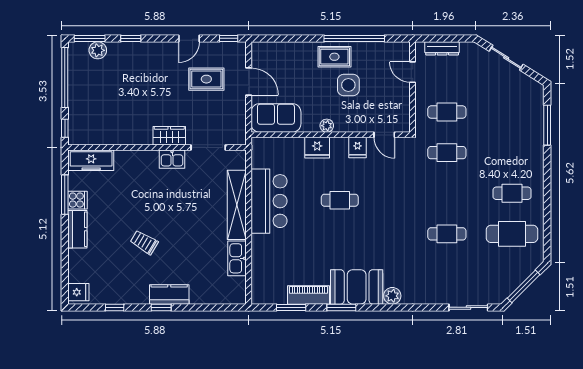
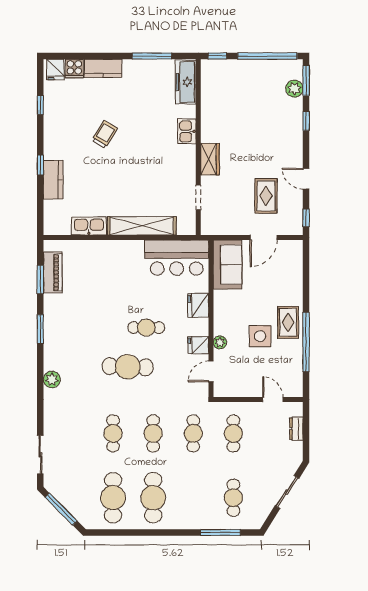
dresser: (442, 48) -> (296, 429), width x0.70
door: (413, 72) -> (273, 400), hinge flipped
cafe table: (512, 112) -> (233, 498), added
plant: (327, 126) -> (220, 342), moved
doorway: (208, 147) -> (198, 198), width x0.73
kitchen sink: (172, 159) -> (187, 131), moved
cafe table: (447, 193) -> (153, 433), added
cafe table: (512, 193) -> (153, 498), width x1.37, depth x1.35
cooker: (77, 200) -> (74, 69), moved
cafe table: (340, 200) -> (146, 328), turned 90
bar counter: (269, 201) -> (177, 258), moved
cafe table: (379, 219) -> (128, 367), added
kitchen counter: (77, 229) -> (103, 68), moved
booth: (357, 287) -> (61, 344), removed
kitchen counter: (169, 294) -> (53, 180), moved
piano: (309, 295) -> (53, 273), moved
window: (161, 307) -> (40, 165), moved

